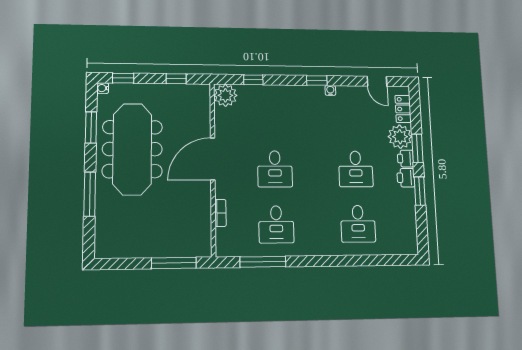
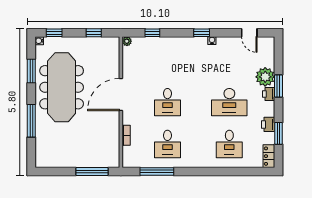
plant: (225, 95) -> (127, 41), width x0.53, depth x0.53
locker: (403, 109) -> (269, 156), moved
desk: (356, 169) -> (229, 102), width x1.37
printer: (406, 178) -> (268, 124), moved
window: (420, 191) -> (278, 133), moved

